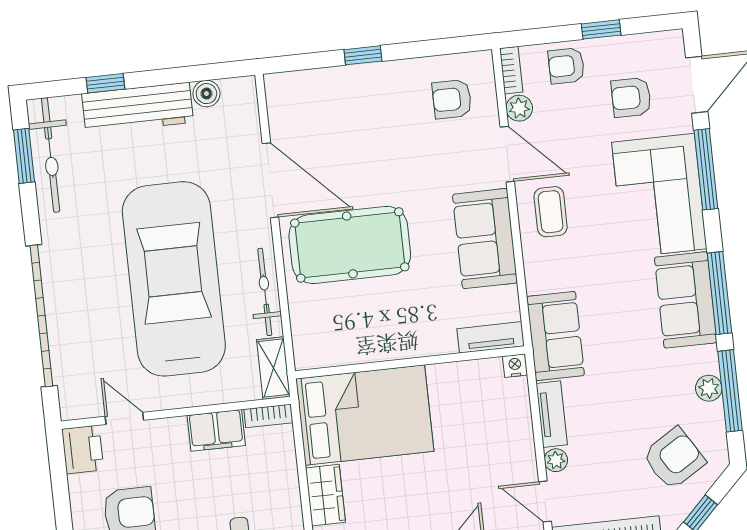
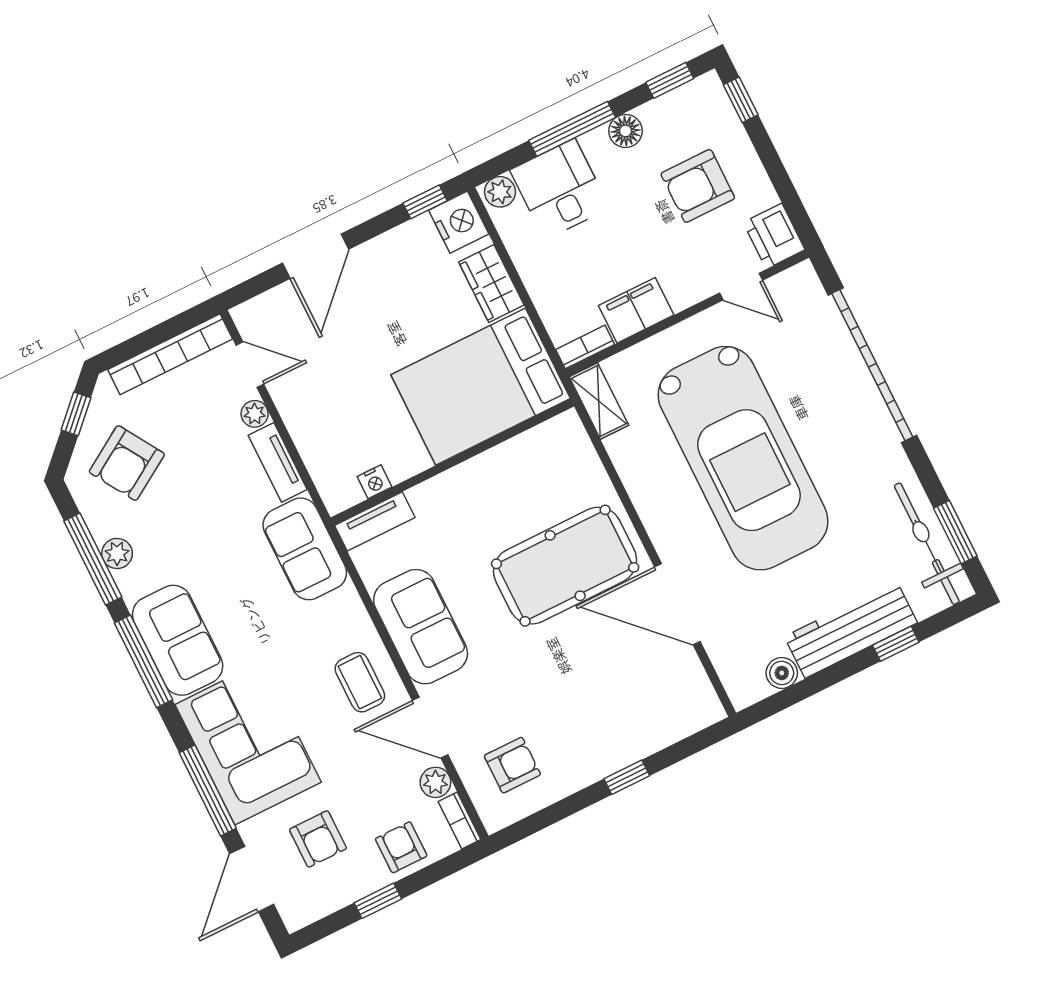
armchair: (566, 66) -> (401, 847), turned -90
armchair: (631, 97) -> (318, 839), turned 90
bicycle: (265, 292) -> (639, 480), removed
nightstand: (515, 366) -> (375, 482), moved

